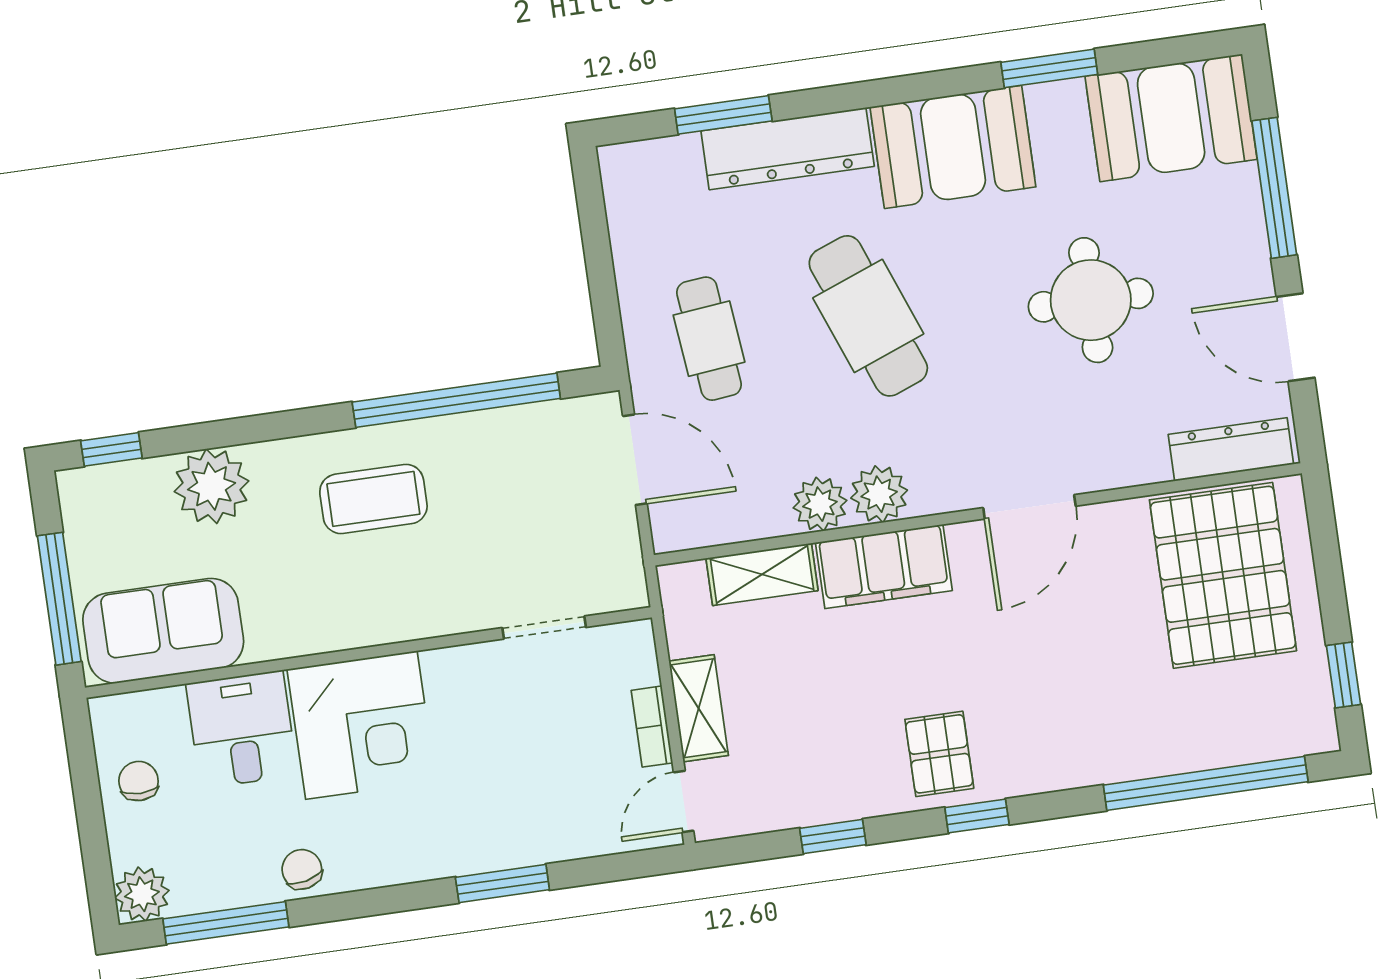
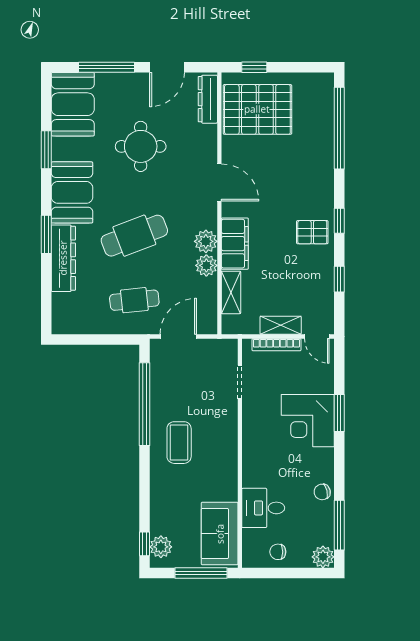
window: (723, 115) -> (46, 234), moved
plant: (212, 486) -> (161, 547), moved, width x0.73, depth x0.73
window: (1344, 675) -> (254, 67), moved
corner desk: (361, 725) -> (308, 421), moved, turned 180
bookcase: (652, 727) -> (276, 345), width x1.56

